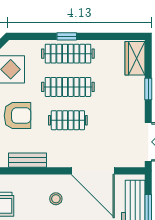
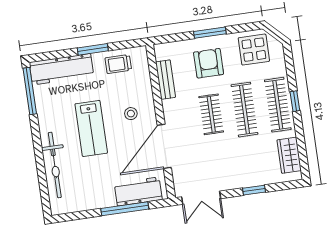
wardrobe: (135, 58) -> (289, 155), moved, turned -90
armchair: (18, 116) -> (209, 63), turned 180

